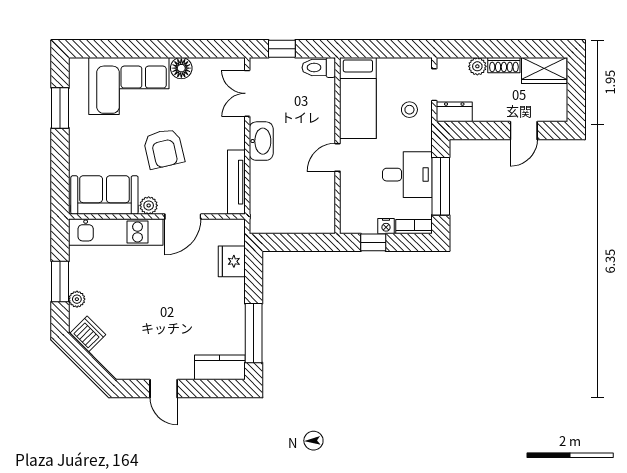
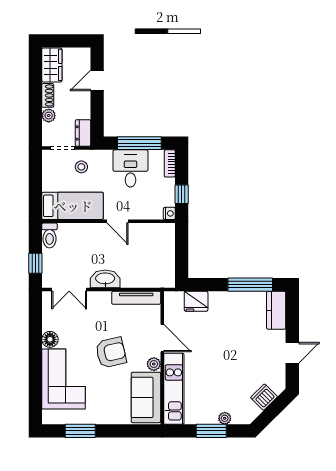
door: (524, 131) -> (97, 80), swing flipped
nightstand: (386, 226) -> (169, 213), moved
dishwasher: (88, 334) -> (264, 397), moved

